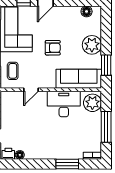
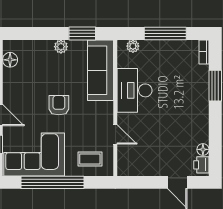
plant: (92, 45) -> (61, 47), width x0.53, depth x0.53
plant: (92, 103) -> (133, 46), width x0.53, depth x0.53

